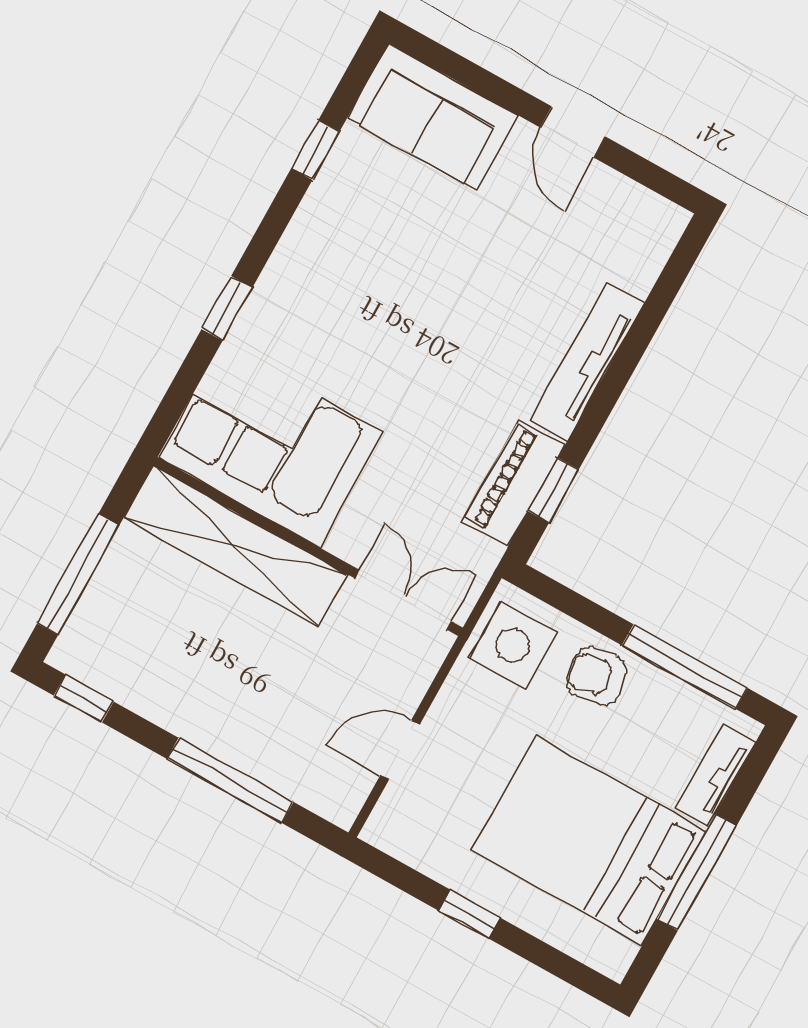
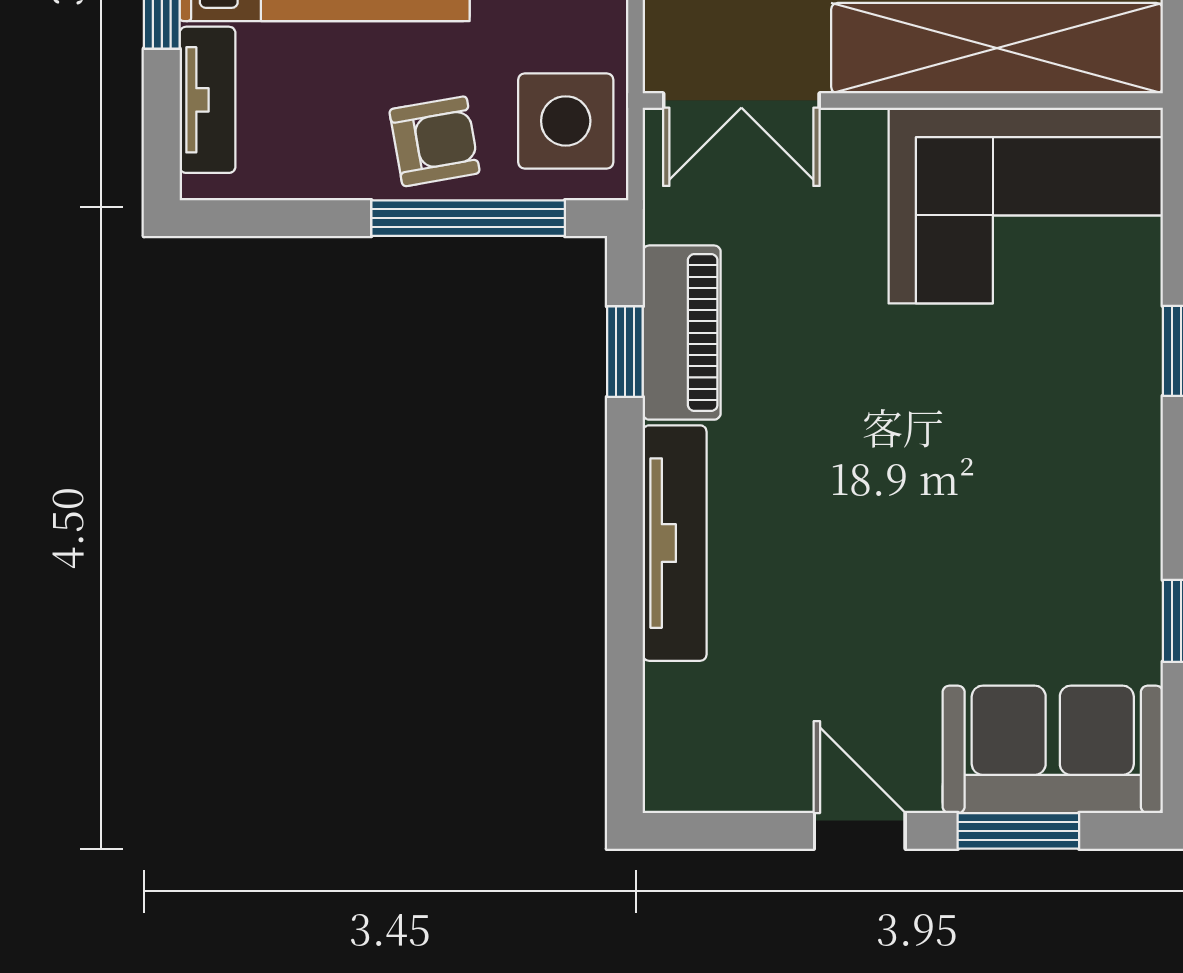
window: (480, 80) -> (1018, 831), added
window: (685, 667) -> (468, 218), moved

